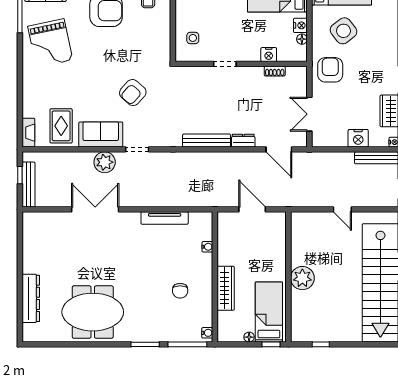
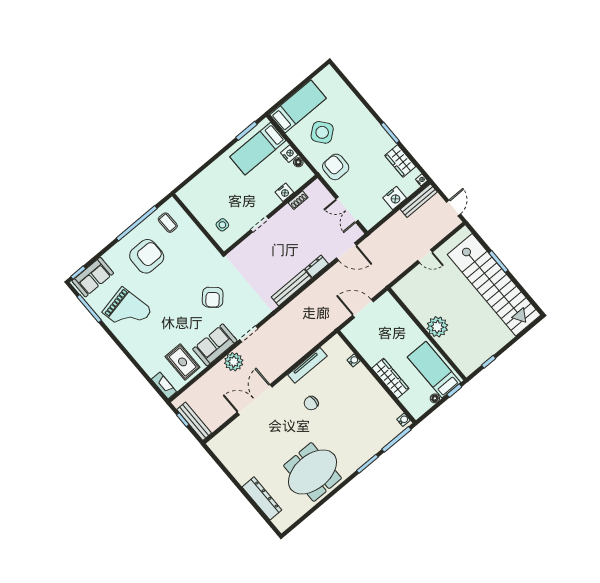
chair: (180, 291) -> (311, 403), moved, turned 90

